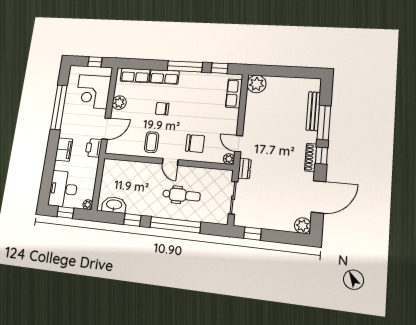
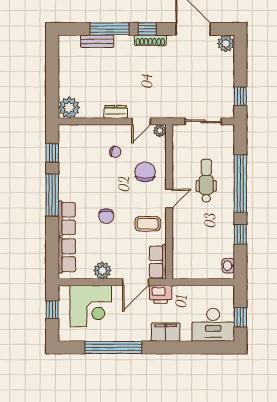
row of seats: (234, 93) -> (158, 262), moved, turned 90
bench: (313, 111) -> (97, 41), width x0.73
chair: (215, 120) -> (115, 152), added
door: (106, 129) -> (136, 282), swing flipped
dresser: (245, 169) -> (116, 112), moved
plant: (88, 205) -> (228, 291), removed
washbasin: (114, 205) -> (228, 266), width x0.52, depth x0.69

